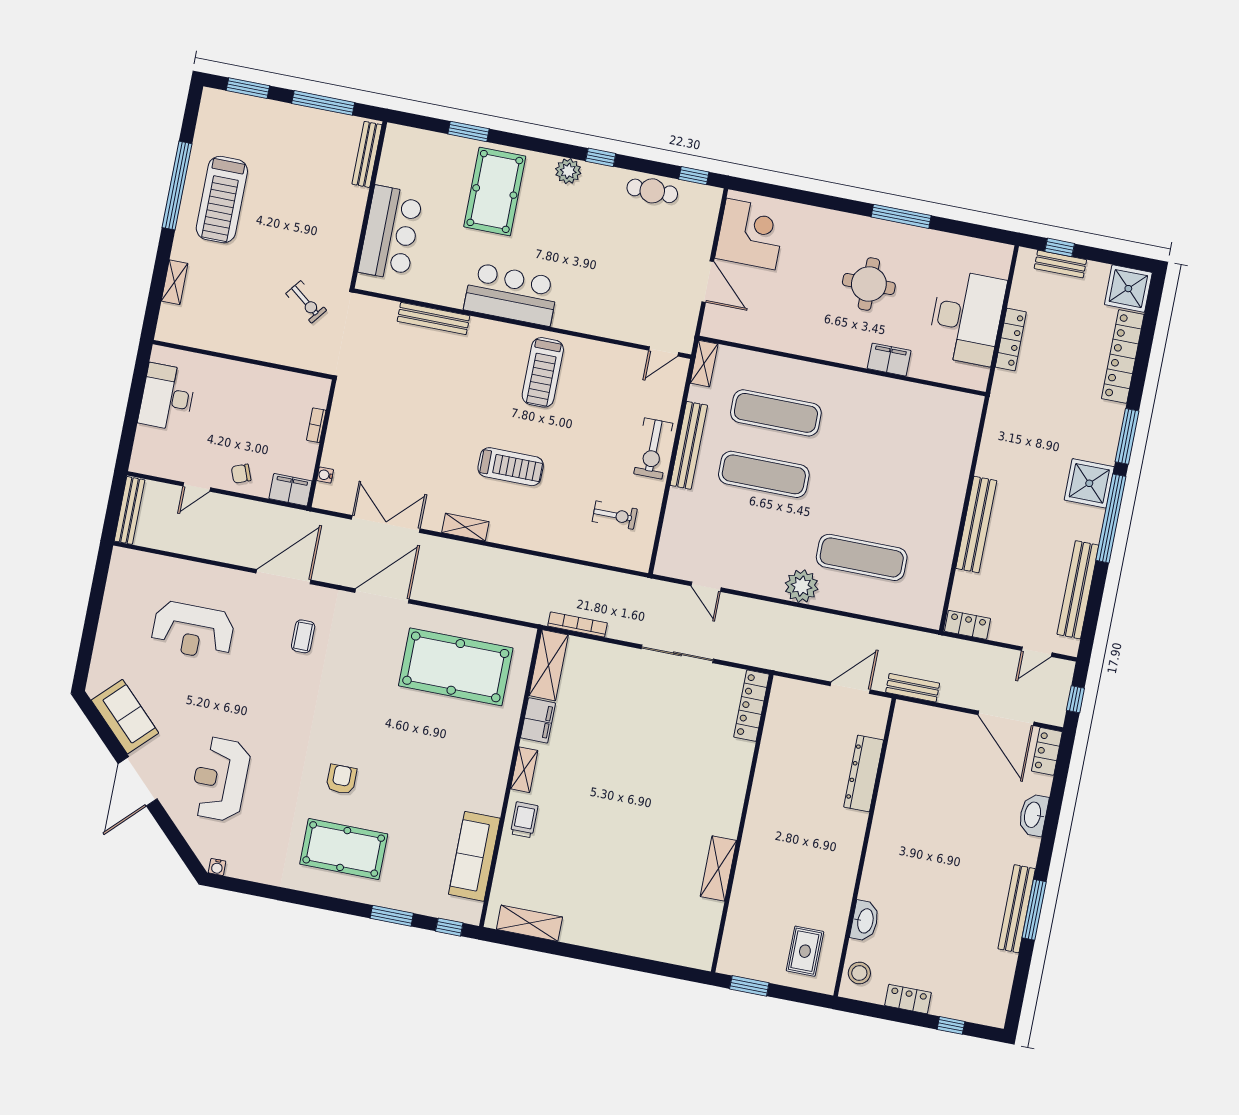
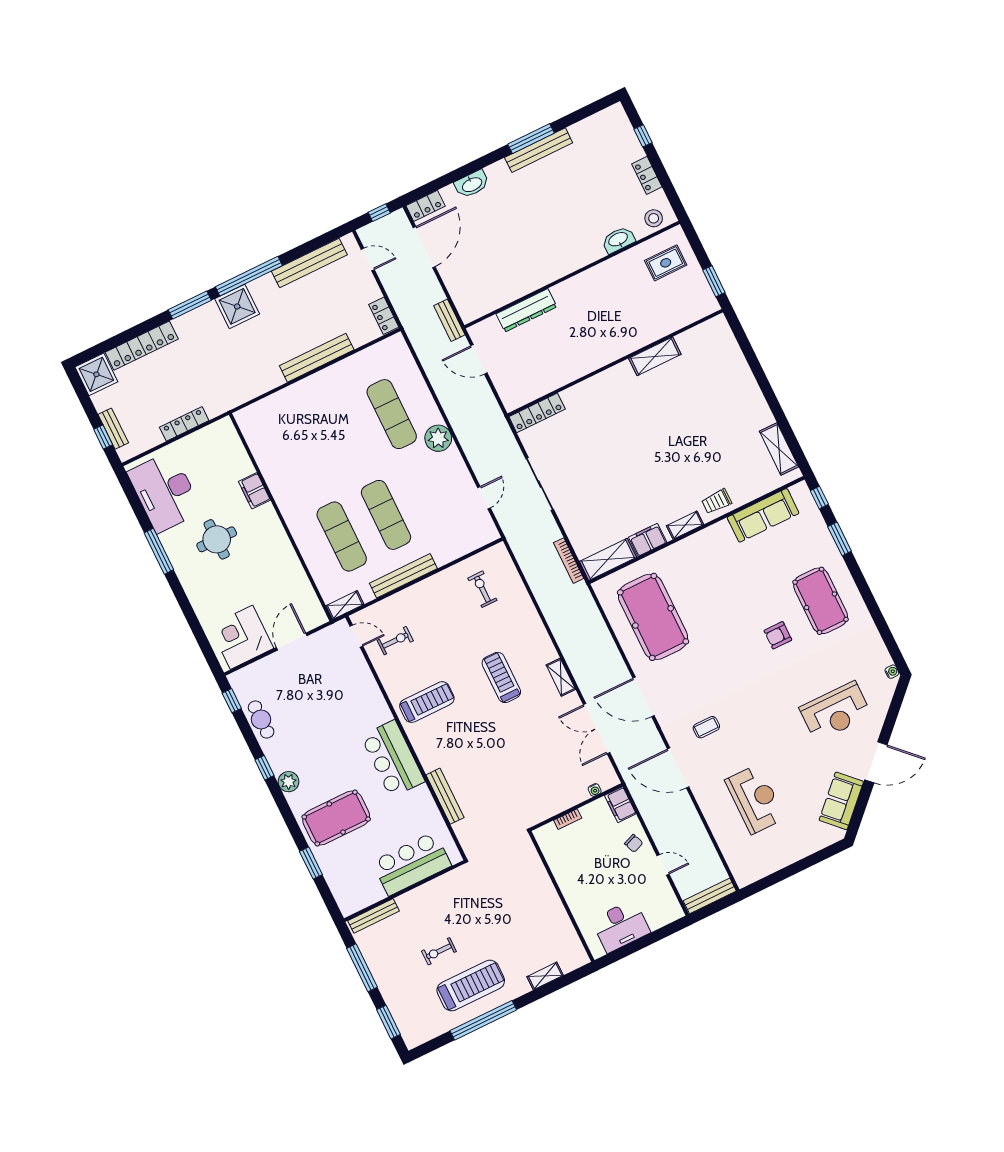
exercise bike: (306, 302) -> (439, 951), moved, turned -128
desk: (967, 318) -> (165, 492), moved, turned -90
exercise bike: (653, 449) -> (395, 641), moved, width x0.73, depth x0.72

